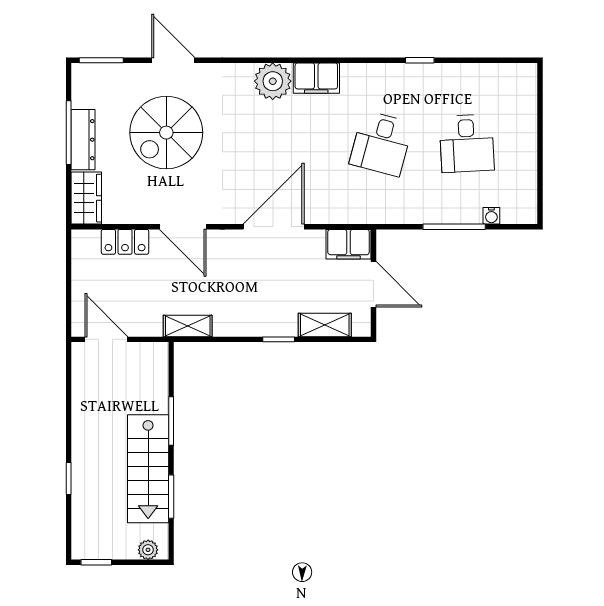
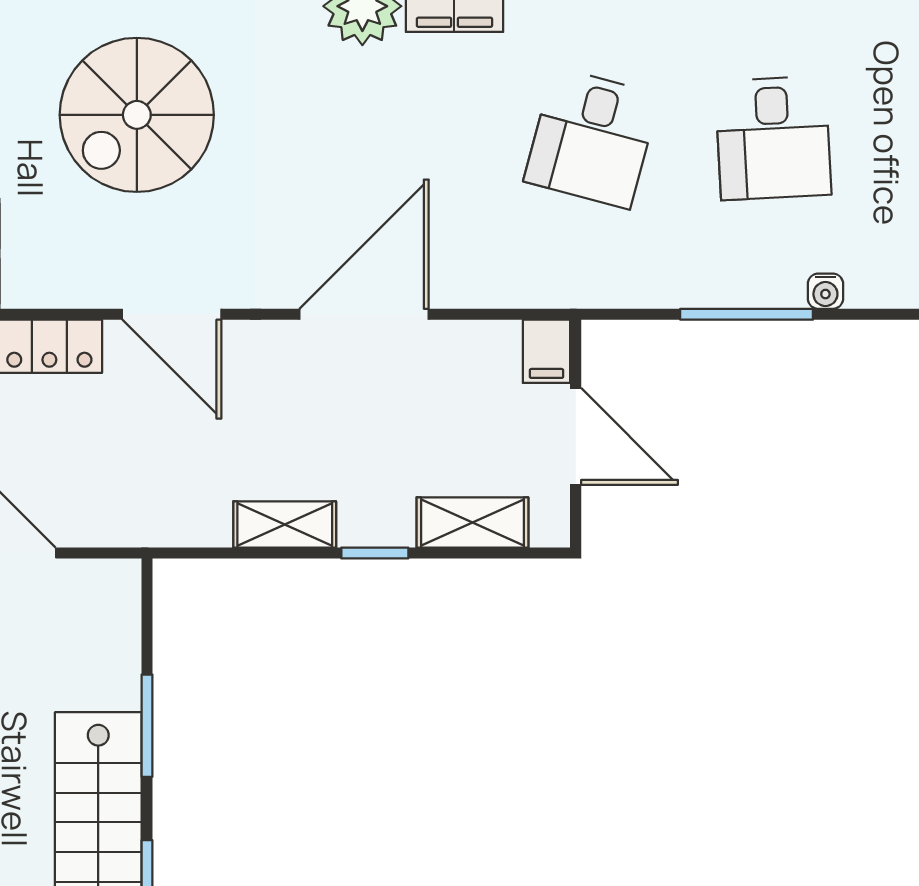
filing cabinet: (349, 244) -> (546, 351), width x0.50
shelving: (188, 326) -> (285, 524), moved

